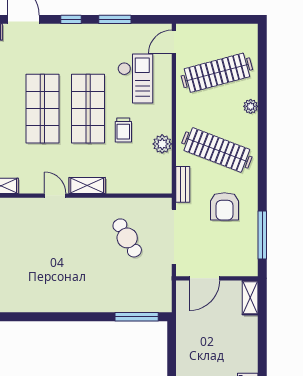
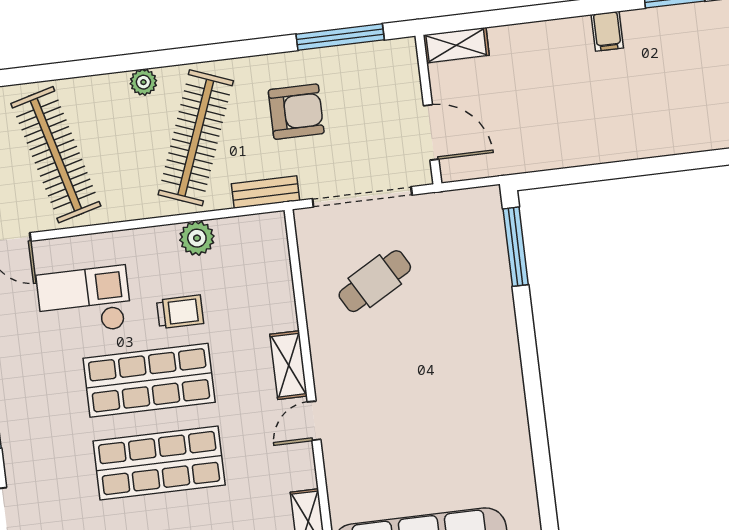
plant: (251, 106) -> (143, 82), moved

